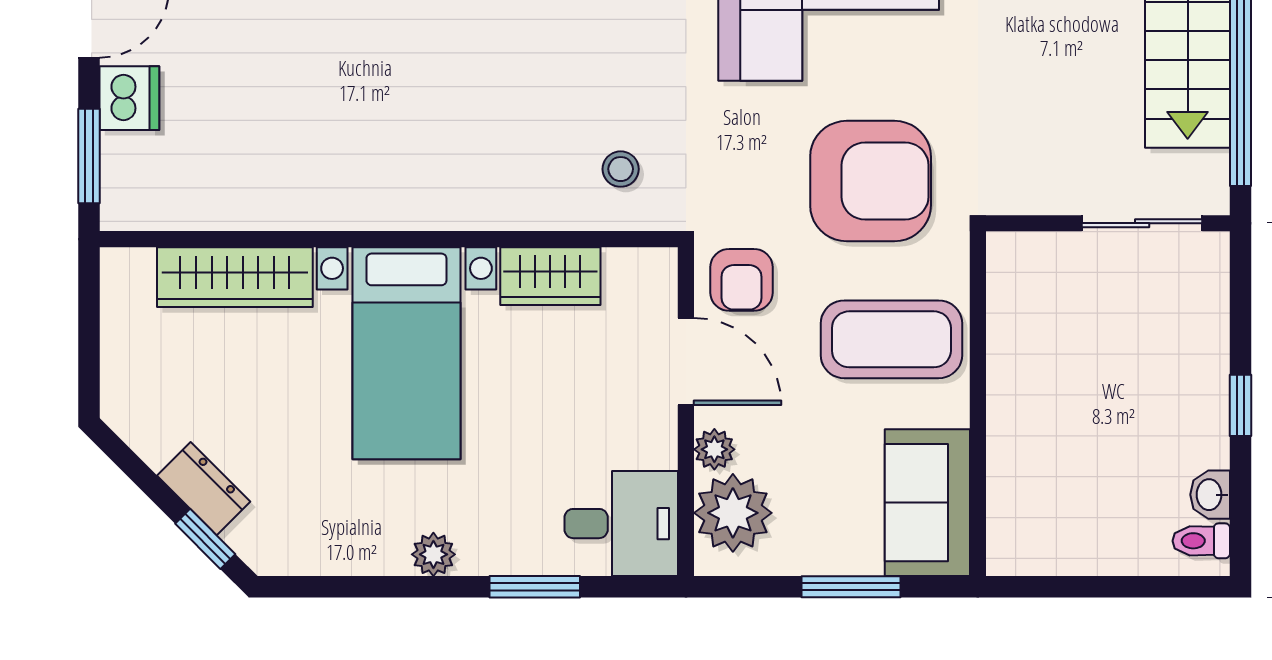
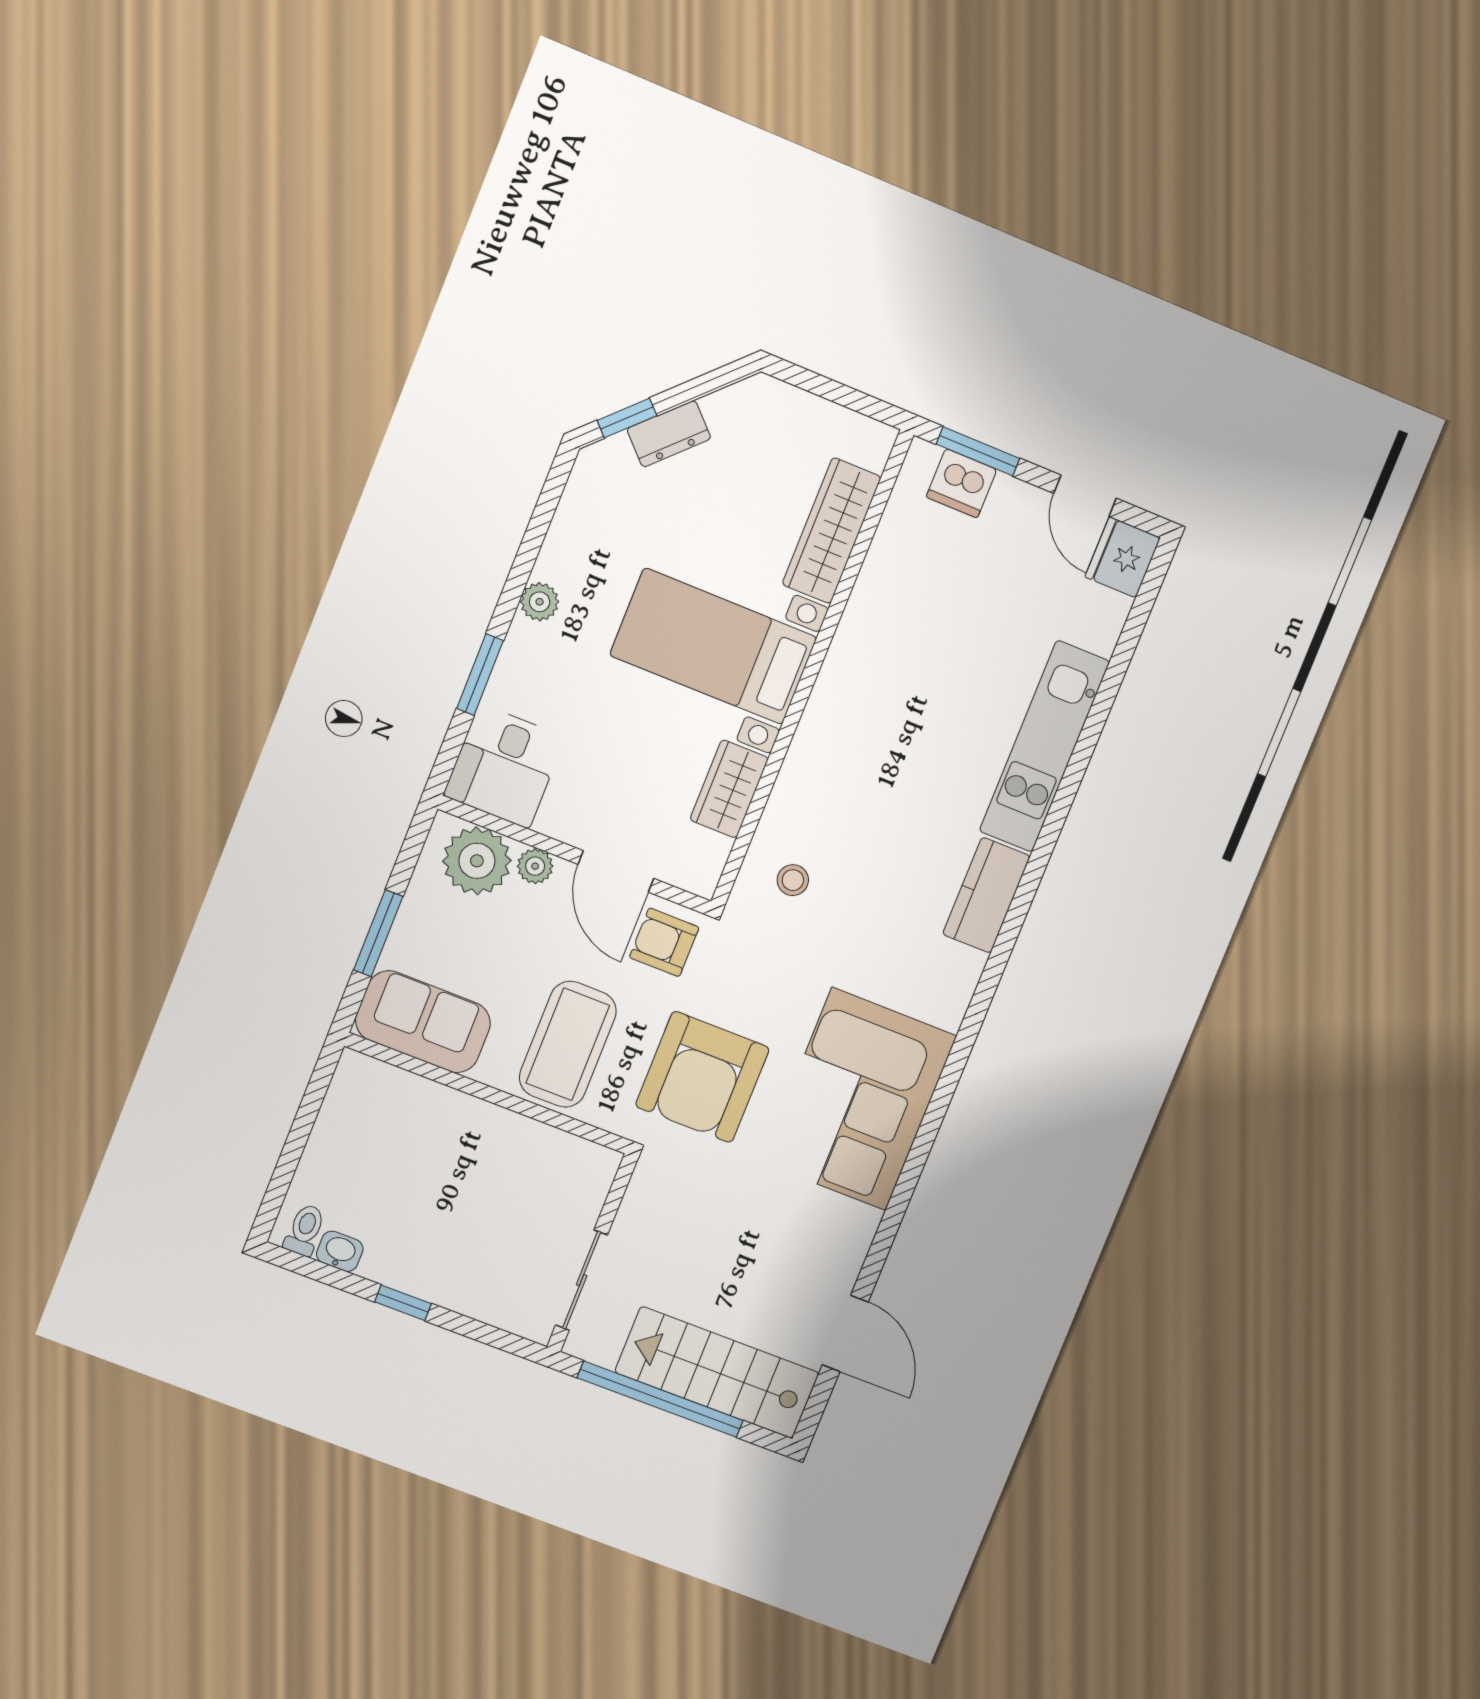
dishwasher: (129, 98) -> (961, 483), moved
door: (686, 361) -> (616, 871), hinge flipped

